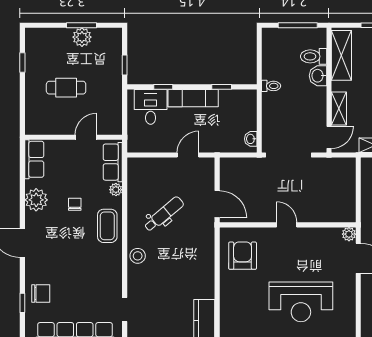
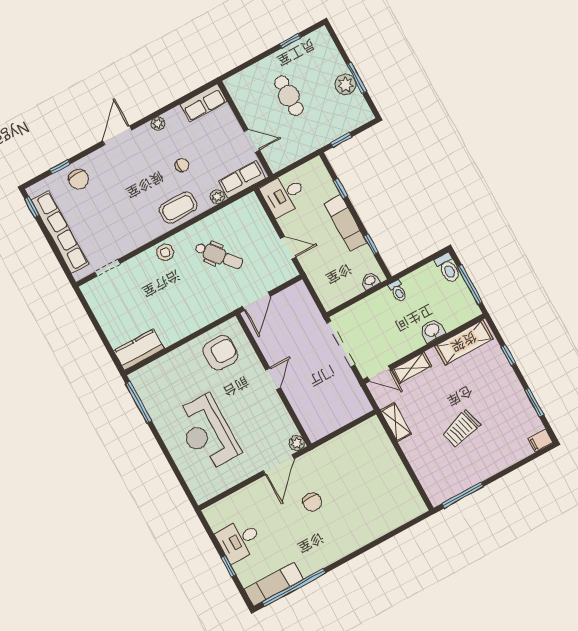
toilet: (314, 56) -> (448, 268), moved, turned 180
desk: (151, 107) -> (284, 195), moved, turned 180
washbasin: (251, 139) -> (370, 281), moved
plant: (36, 200) -> (158, 124), width x0.53, depth x0.53

